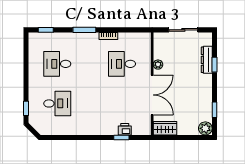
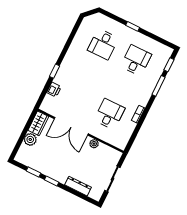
window: (84, 30) -> (158, 86), moved
window: (214, 65) -> (52, 181), moved
window: (26, 108) -> (133, 26), moved
plant: (205, 128) -> (30, 139), moved
window: (121, 138) -> (55, 71), moved

